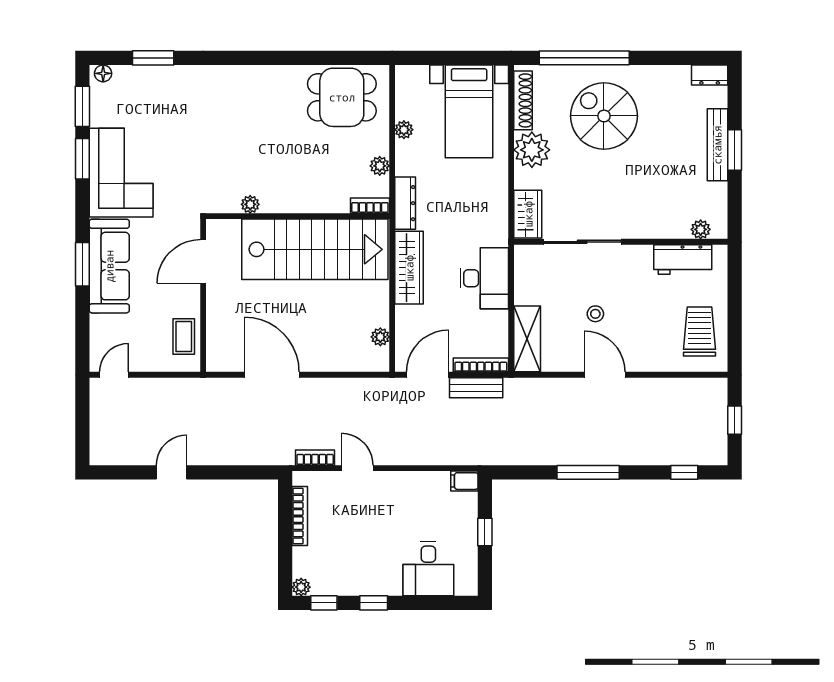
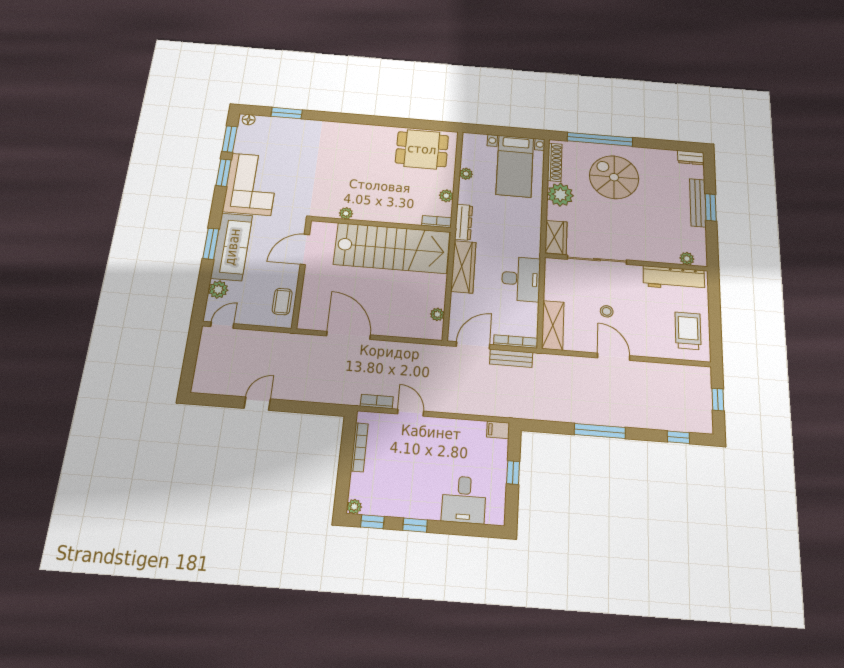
workbench: (683, 260) -> (674, 278), width x1.38
plant: (102, 327) -> (218, 290), added

